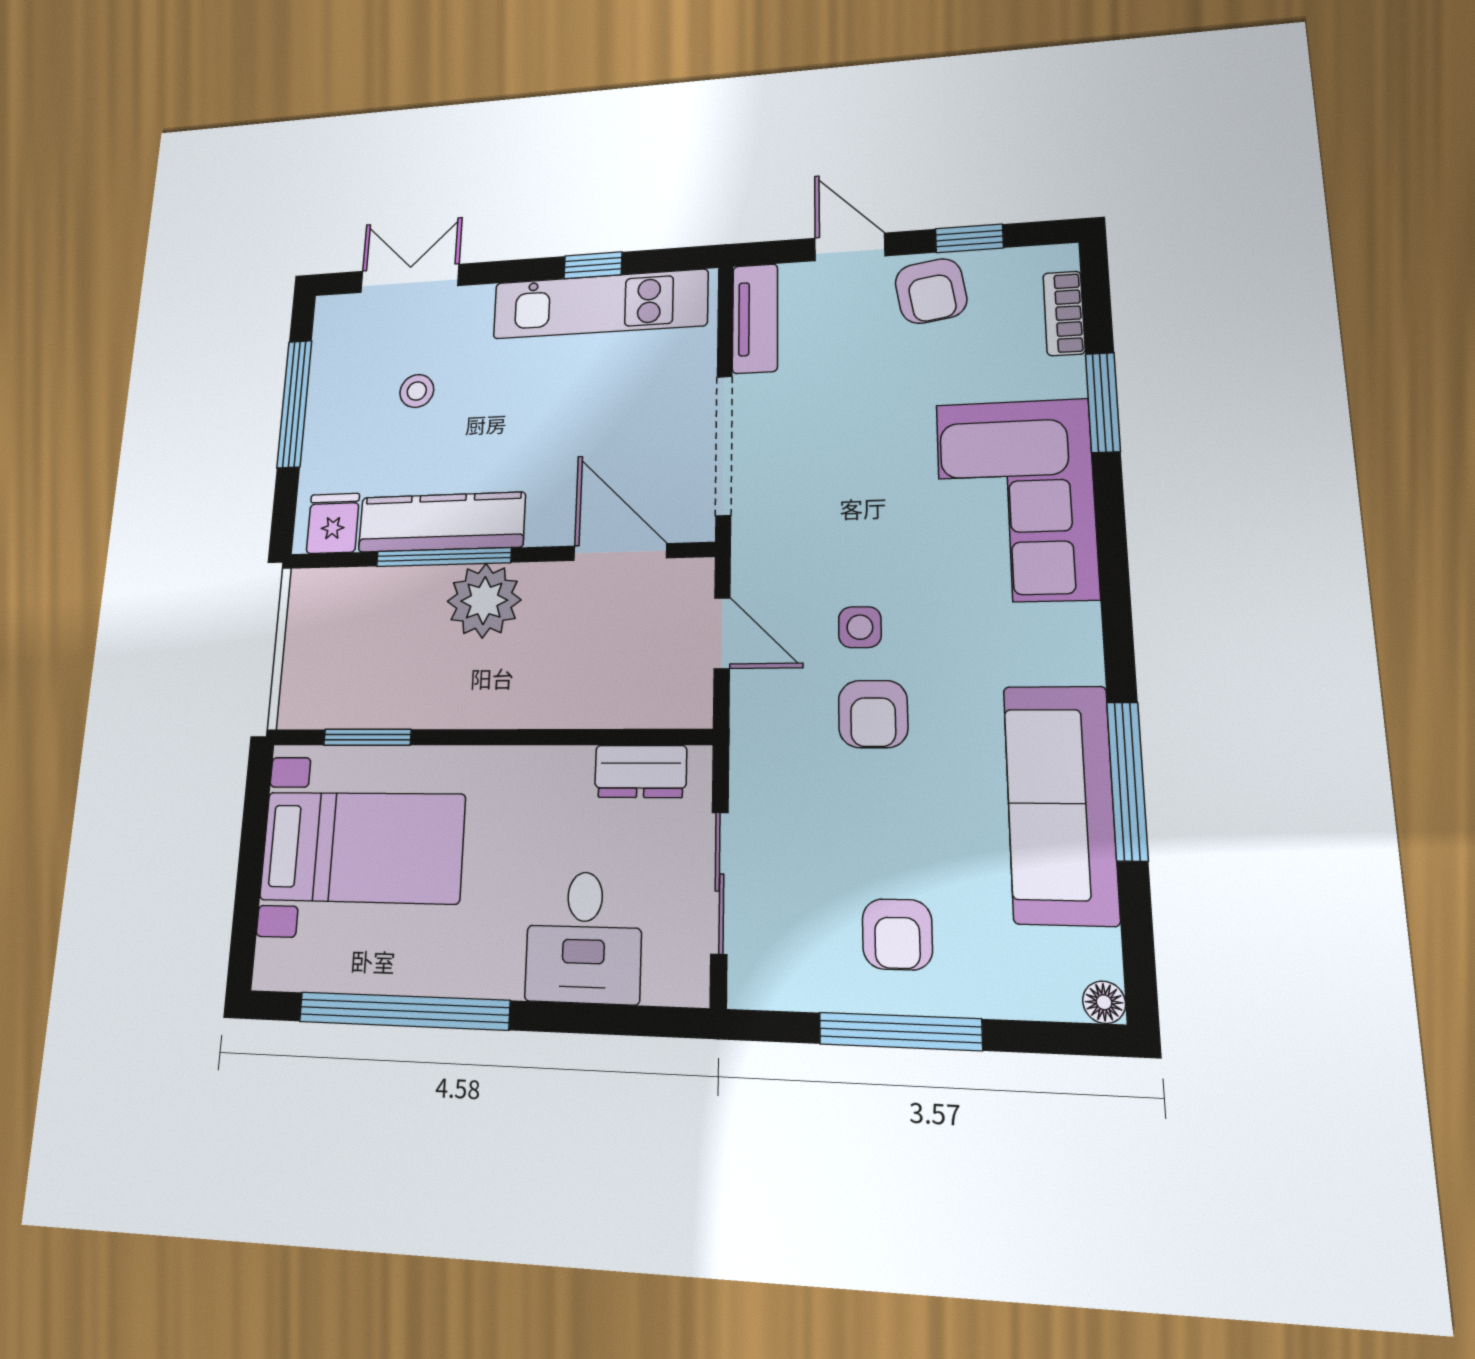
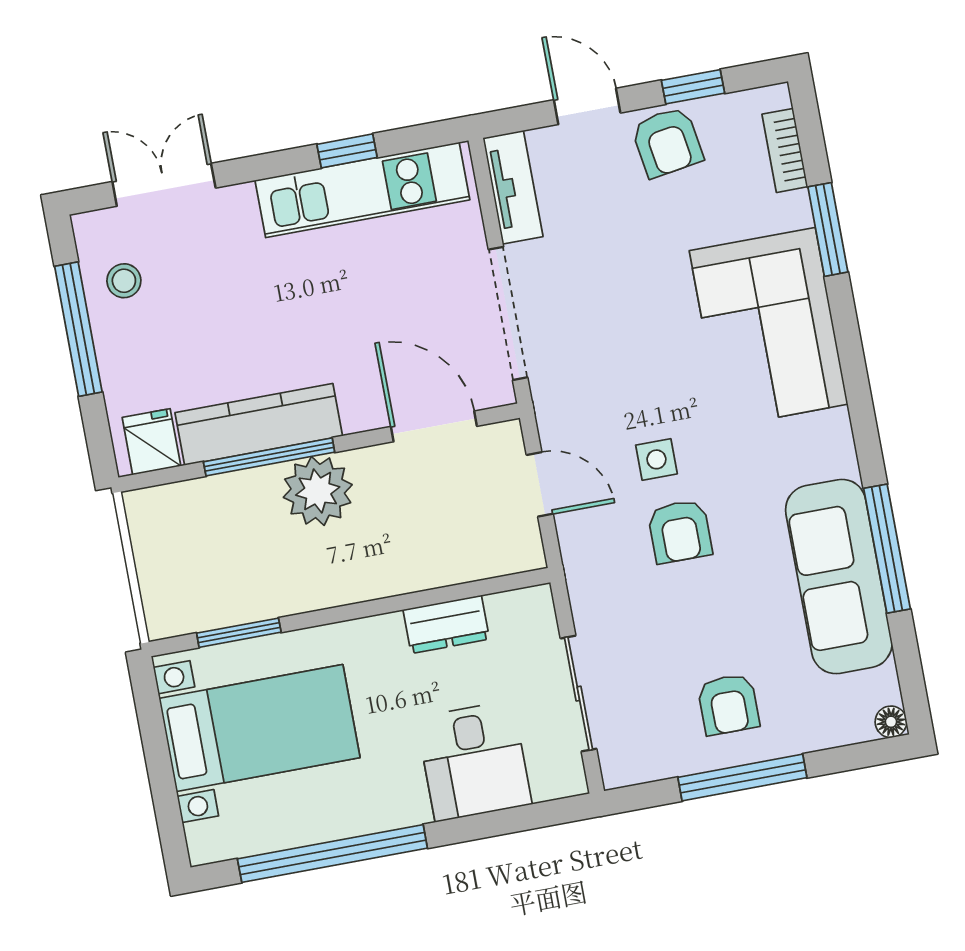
stool: (417, 391) -> (124, 281), moved
dresser: (641, 771) -> (446, 624), moved

